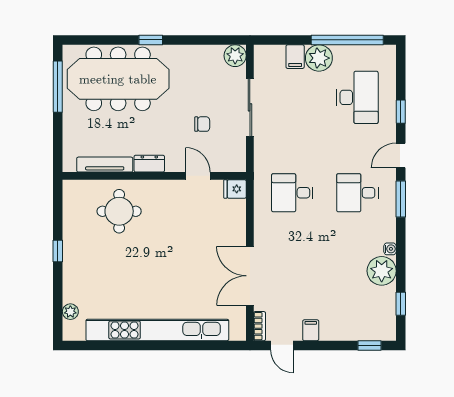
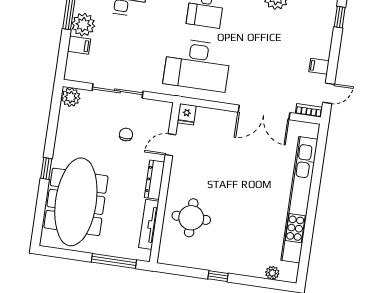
window: (58, 87) -> (114, 261), moved
dresser: (149, 164) -> (154, 180), width x1.44
desk: (292, 193) -> (197, 65), width x1.87, depth x1.30

